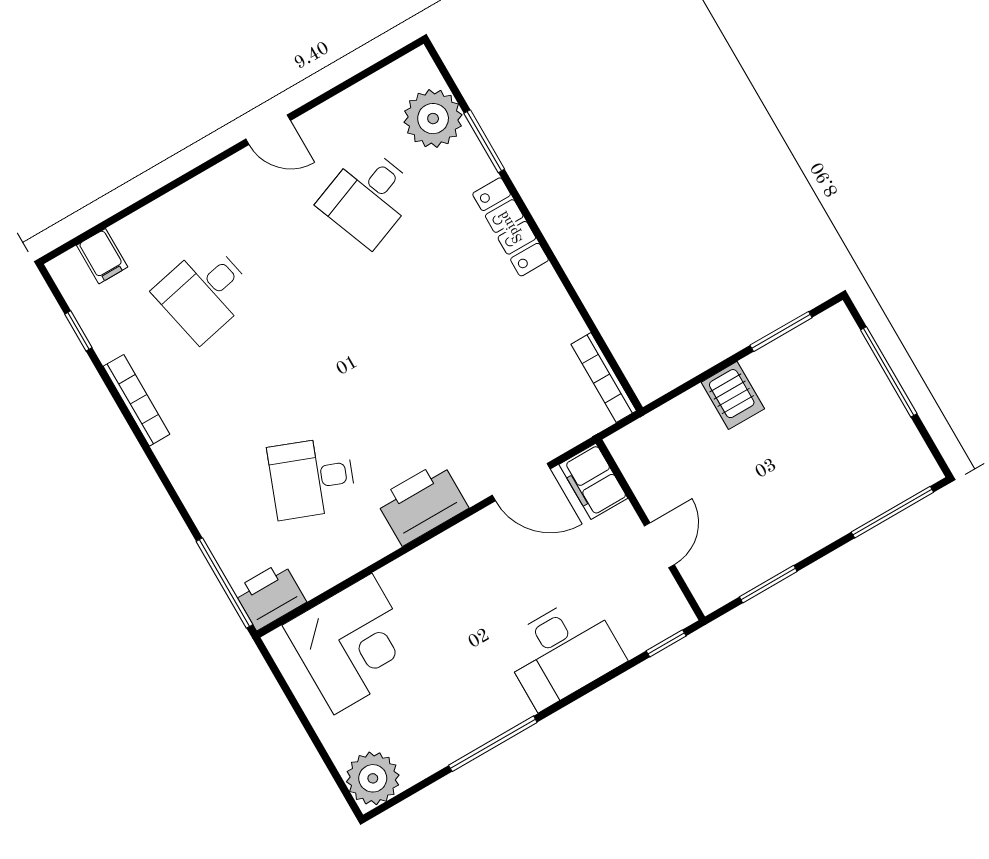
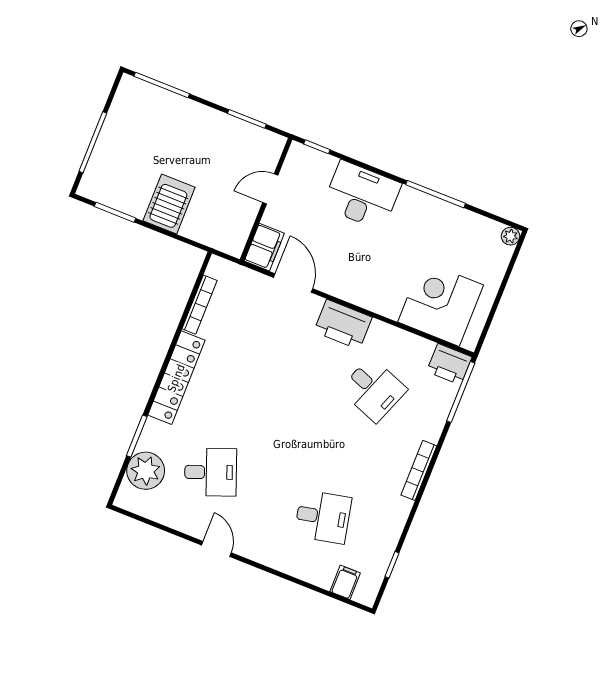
locker: (511, 227) -> (176, 378), width x1.41, depth x1.21
bookcase: (604, 378) -> (200, 305), moved
server rack: (733, 395) -> (169, 204), width x1.36, depth x1.44
bookcase: (137, 400) -> (419, 470), moved
plant: (373, 778) -> (511, 236), width x0.53, depth x0.53

